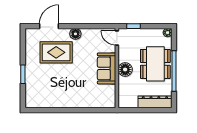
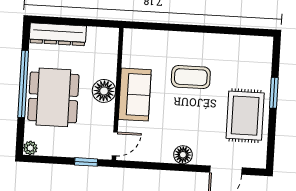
door: (117, 38) -> (115, 144), hinge flipped
rug: (56, 52) -> (245, 116), moved, turned 90
coffee table: (73, 81) -> (191, 77), added

